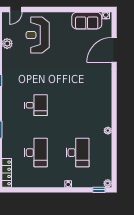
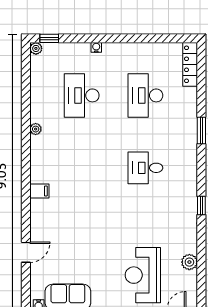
reception desk: (38, 35) -> (143, 275), turned 180
door: (114, 50) -> (26, 252), width x0.53
filing cabinet: (105, 90) -> (39, 191), added

